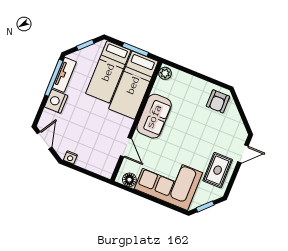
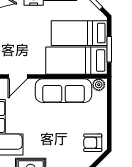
sofa: (154, 116) -> (63, 91), width x1.36

